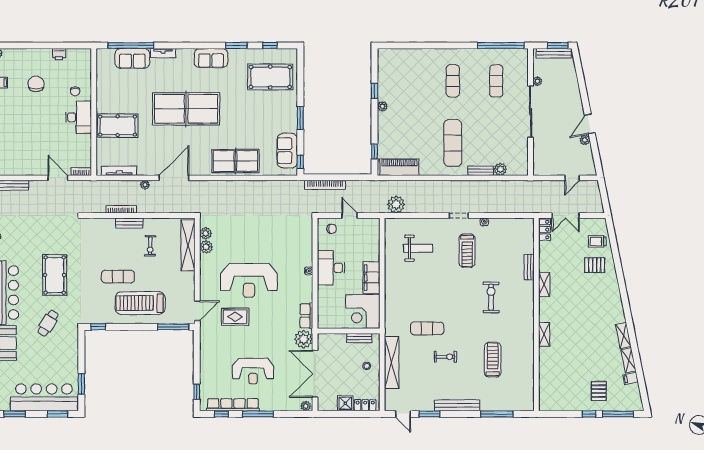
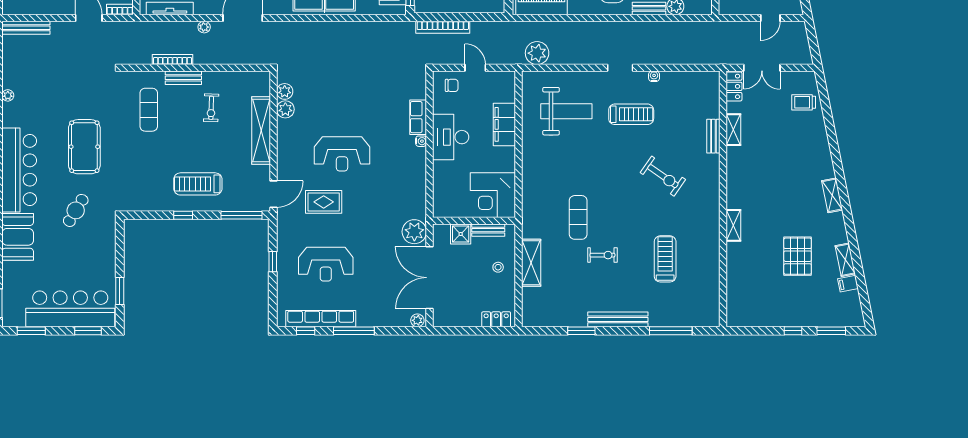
shelving: (188, 245) -> (261, 130), moved
weight bench: (418, 248) -> (566, 111), width x1.36, depth x1.33
treadmill: (467, 251) -> (631, 114), turned -90
pallet: (595, 265) -> (800, 134), removed
exercise mat: (118, 277) -> (149, 110), moved, turned 90
filing cabinet: (371, 278) -> (504, 124), moved
reception desk: (249, 280) -> (342, 154), width x0.74, depth x0.77
shelving: (544, 284) -> (733, 130), moved
exercise bike: (491, 297) -> (663, 176), turned 125
treadmill: (140, 303) -> (198, 184), width x0.73, depth x0.73
row of seats: (306, 316) -> (418, 117), moved
window: (98, 327) -> (183, 215), moved
exercise mat: (427, 328) -> (578, 217), turned 90
shelving: (623, 336) -> (832, 195), moved
shelving: (392, 363) -> (531, 263), width x0.68
reception desk: (253, 371) -> (326, 264), moved
pallet: (599, 391) -> (798, 256), moved, width x1.50, depth x1.42
window: (197, 392) -> (273, 262), moved
shower: (345, 403) -> (461, 234), moved
door: (403, 414) -> (546, 331), removed
window: (618, 414) -> (831, 331), width x0.69

